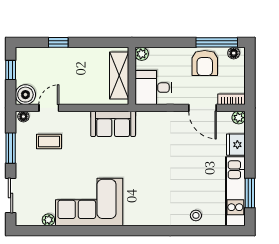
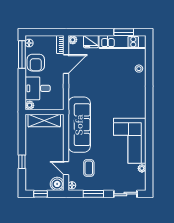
armchair: (205, 63) -> (36, 63), turned 90
desk: (153, 88) -> (38, 88), moved, turned 90
sofa: (113, 124) -> (79, 125), width x1.85, depth x1.27

